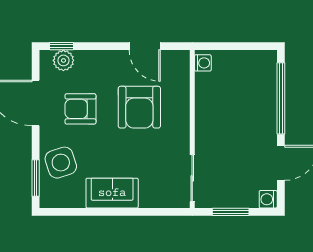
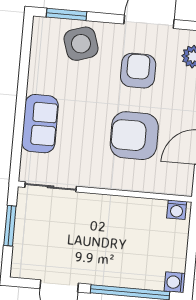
sofa: (112, 193) -> (40, 124), moved
washing machine: (268, 199) -> (175, 282), moved, turned -90

